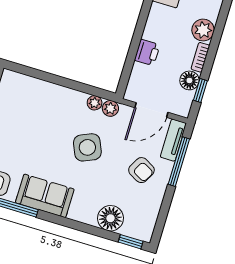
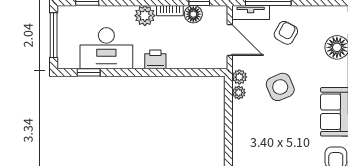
printer: (147, 52) -> (155, 59), moved

